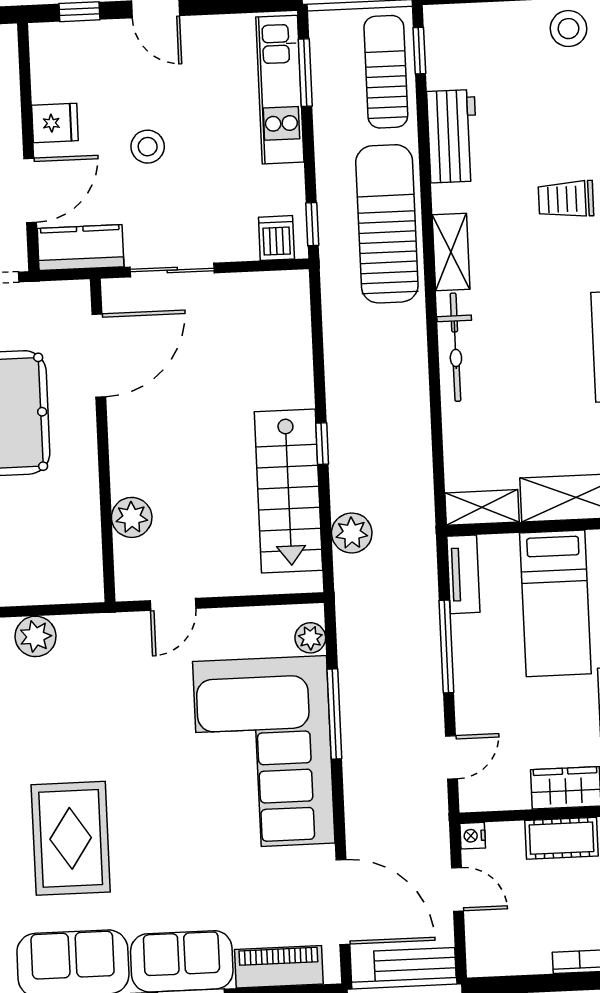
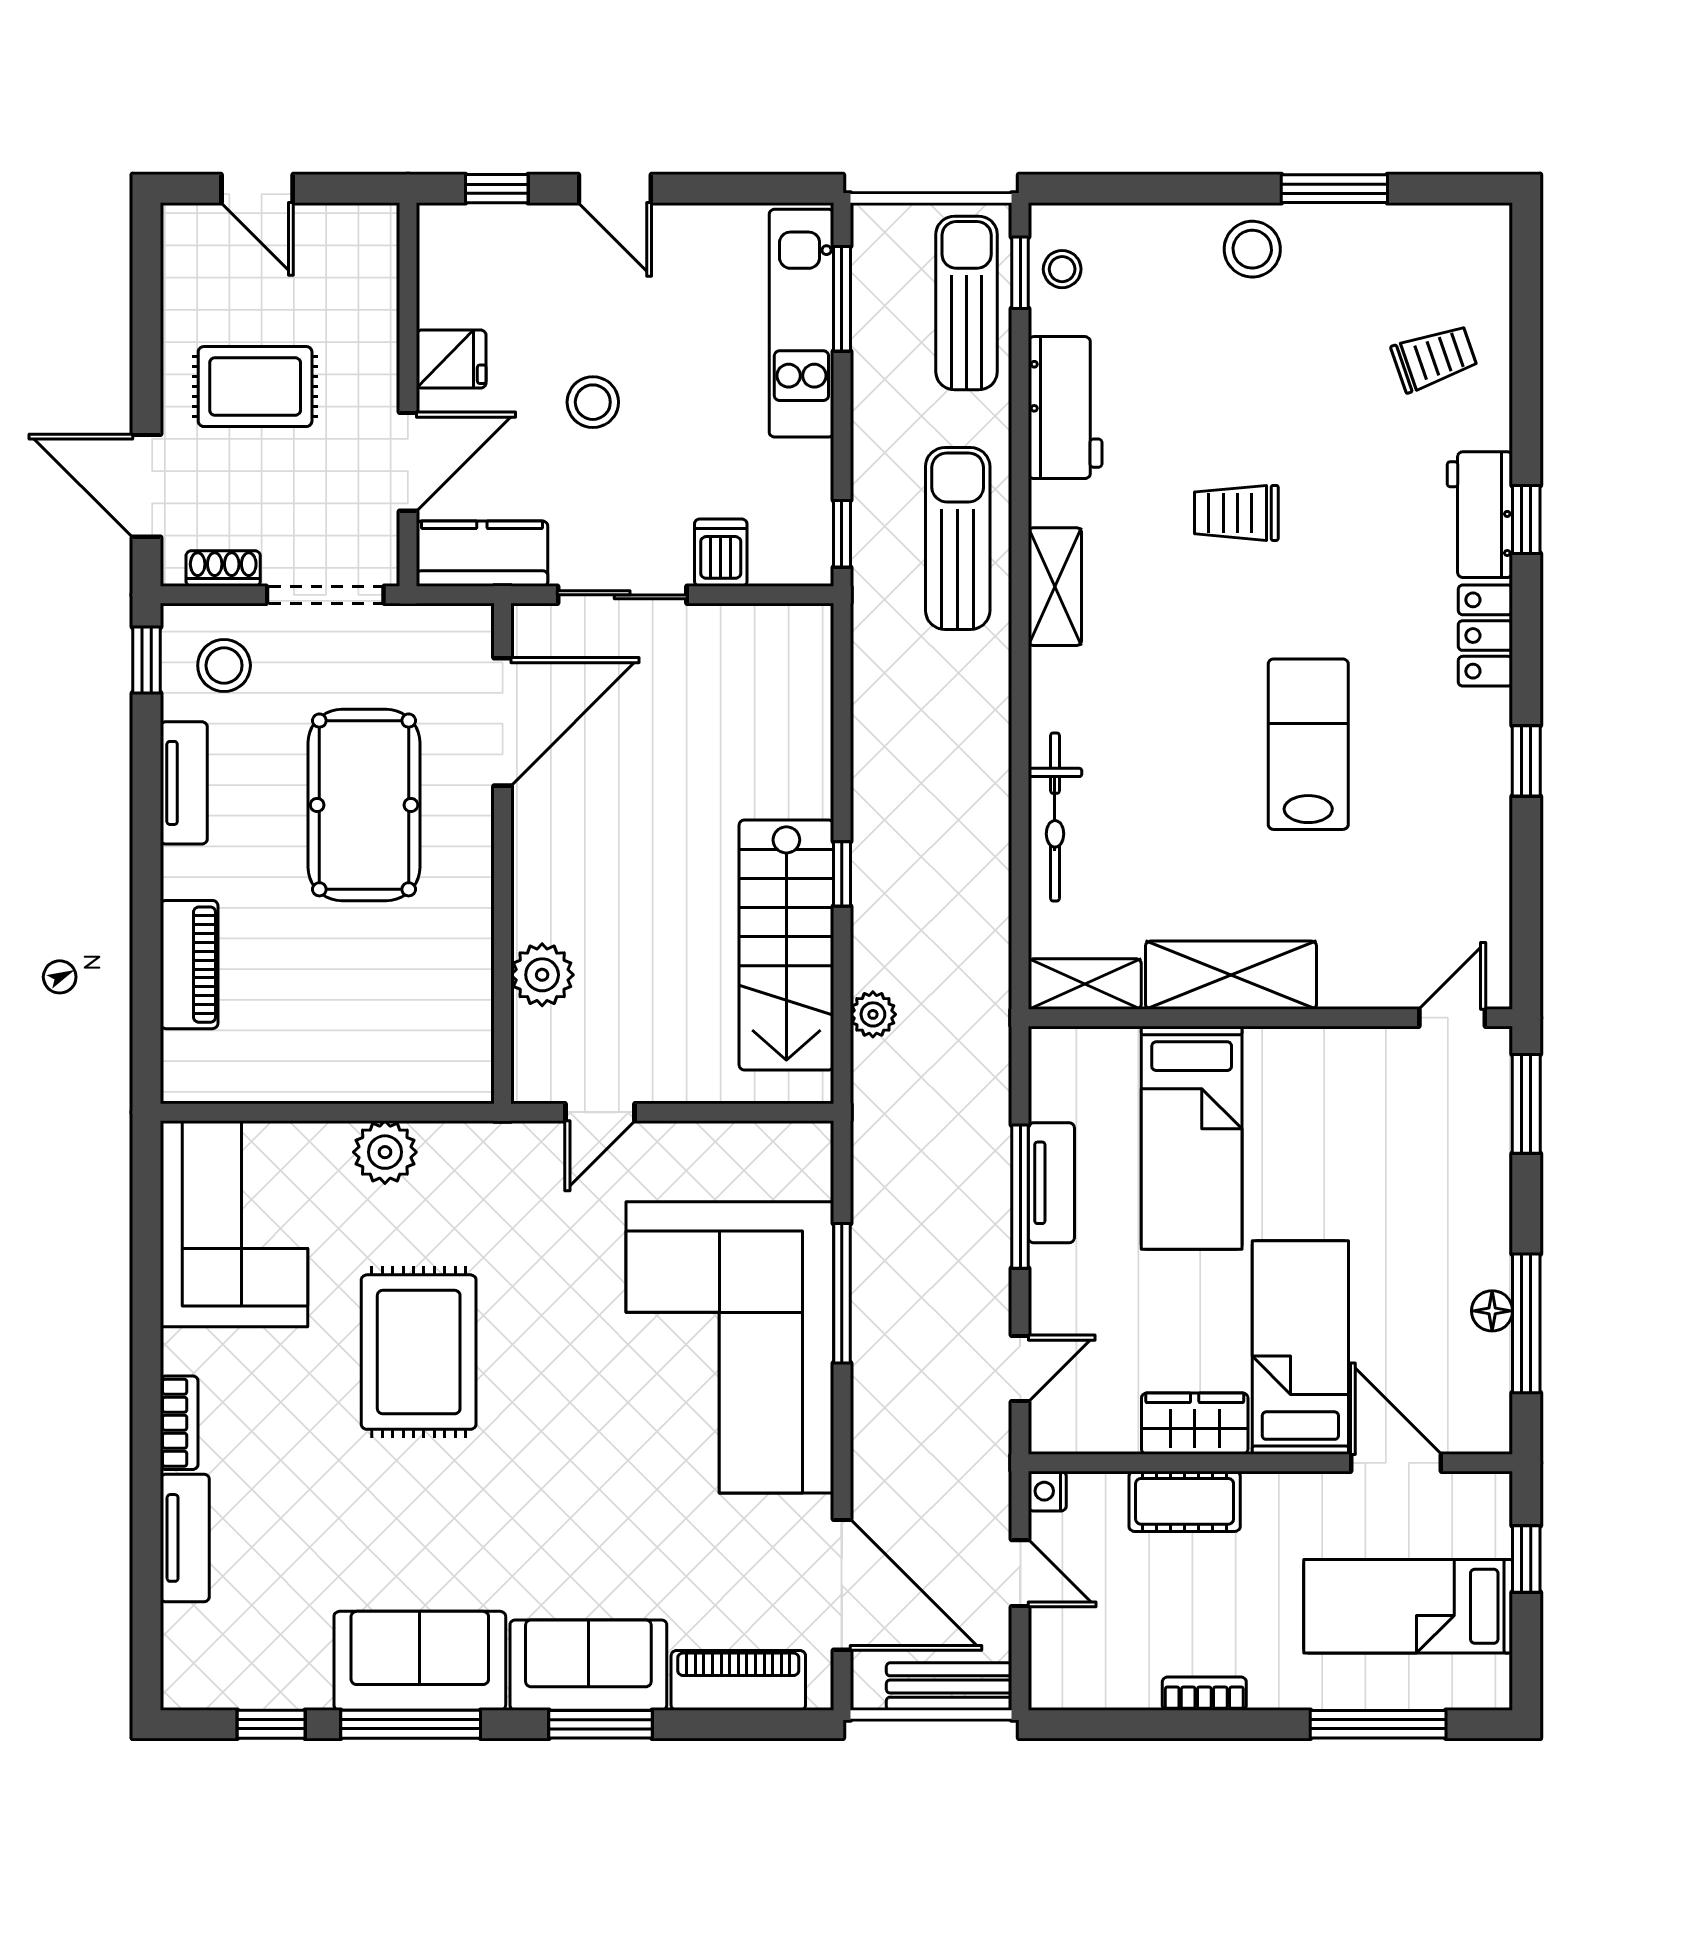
stool: (446, 47) -> (1062, 269), added
sun lounger: (387, 224) -> (958, 538), width x0.73, depth x0.75
dishwasher: (276, 238) -> (721, 553), moved
bicycle: (455, 347) -> (1055, 817), moved
plant: (352, 533) -> (873, 1014), width x0.73, depth x0.73
tv unit: (463, 574) -> (1051, 1183), moved
plant: (310, 638) -> (810, 1174), removed
rug: (71, 838) -> (419, 1352), moved

